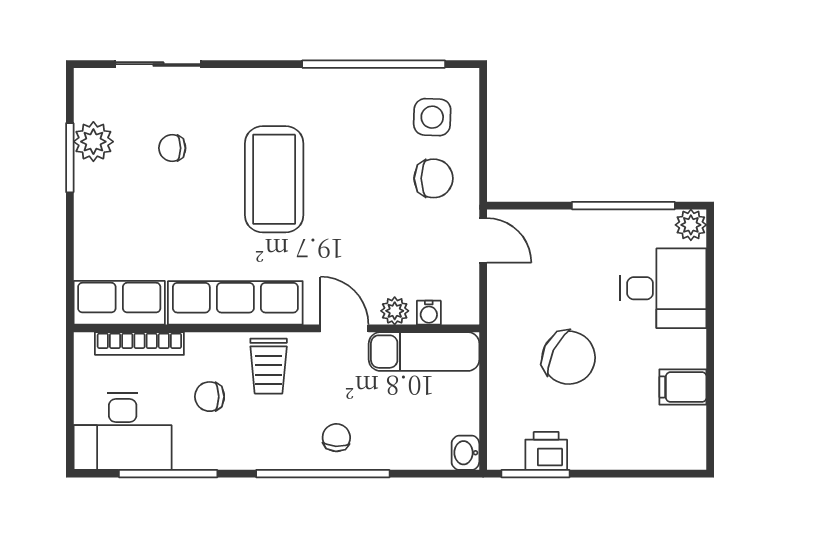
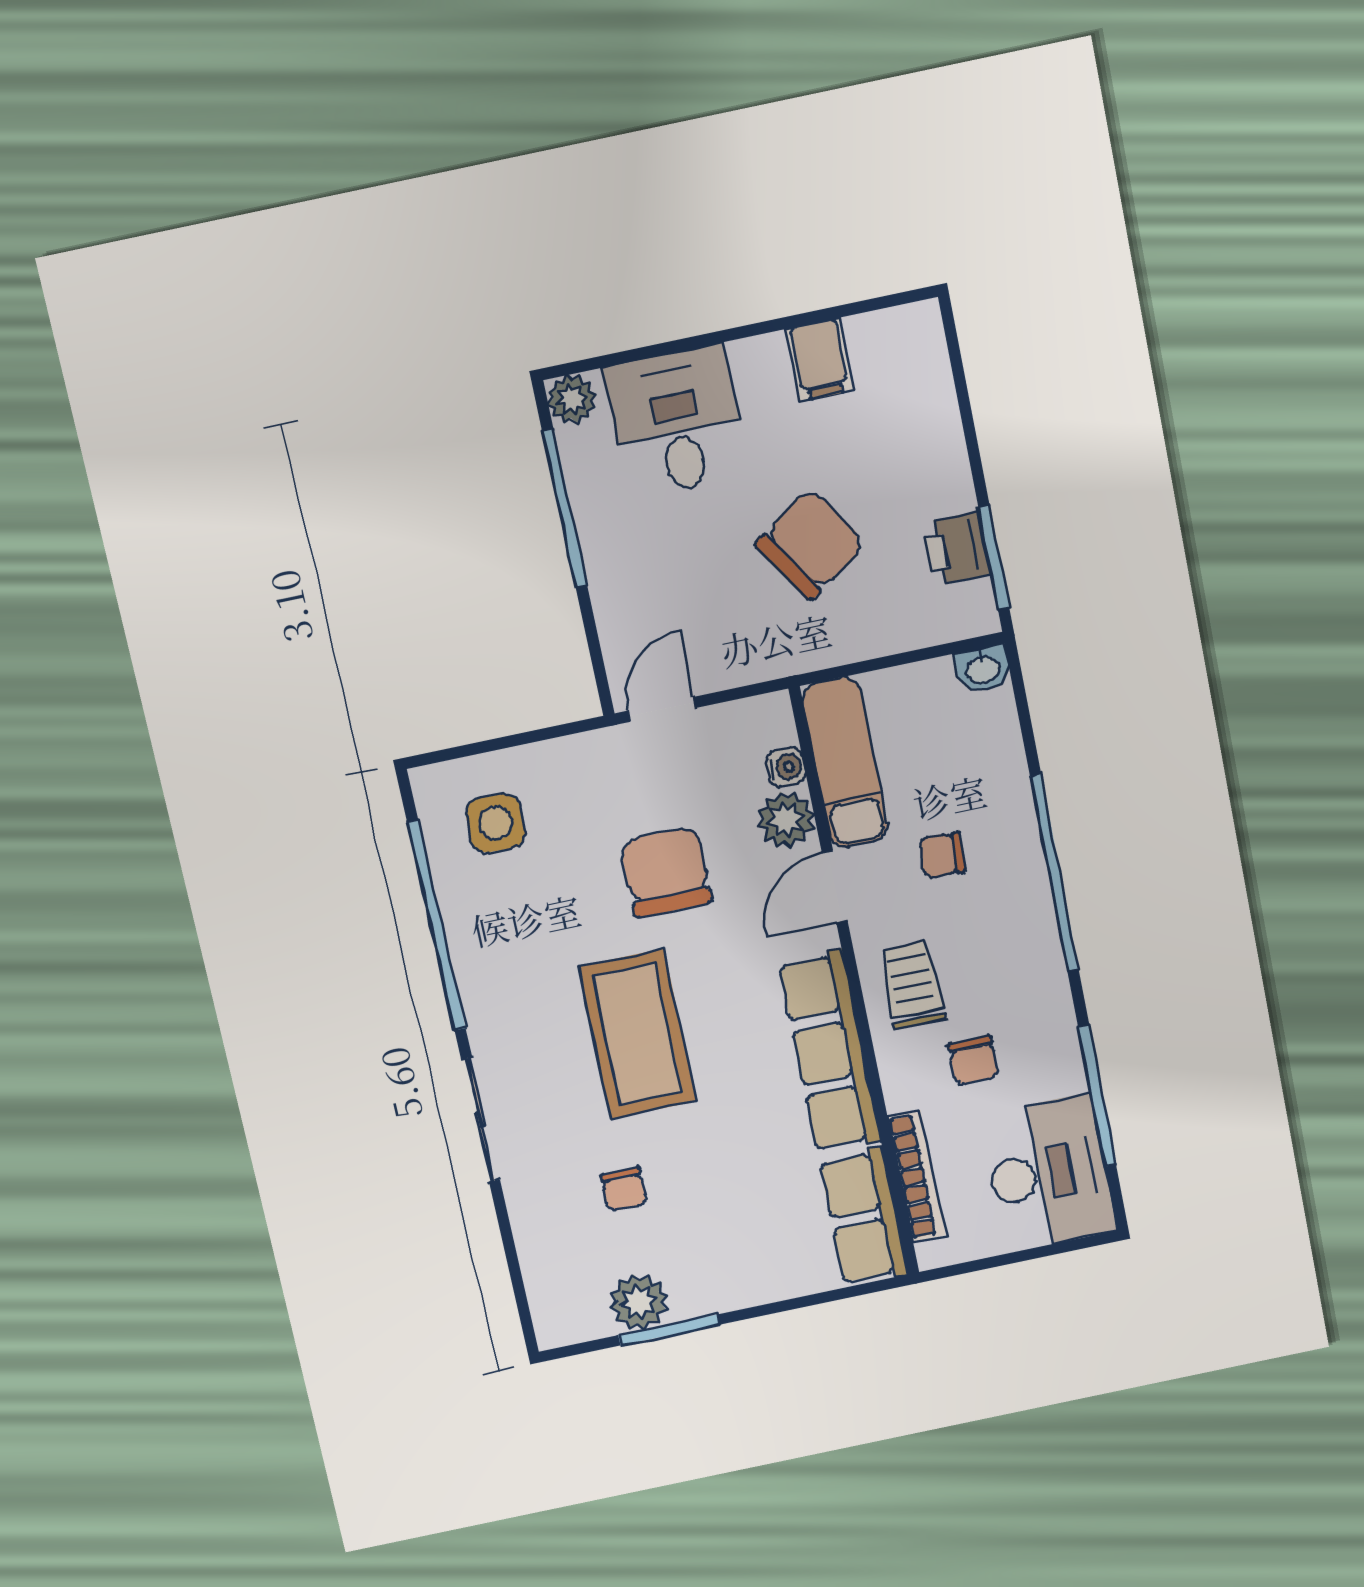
sliding door: (158, 64) -> (481, 1120), moved
chair: (433, 178) -> (666, 872), moved, width x1.37, depth x1.37
coffee table: (274, 179) -> (637, 1034), turned 90
plant: (395, 311) -> (786, 820), width x1.38, depth x1.38
chair: (569, 358) -> (810, 544), turned 30
trolley: (269, 366) -> (912, 985), turned -90
chair: (336, 438) -> (942, 855), moved

